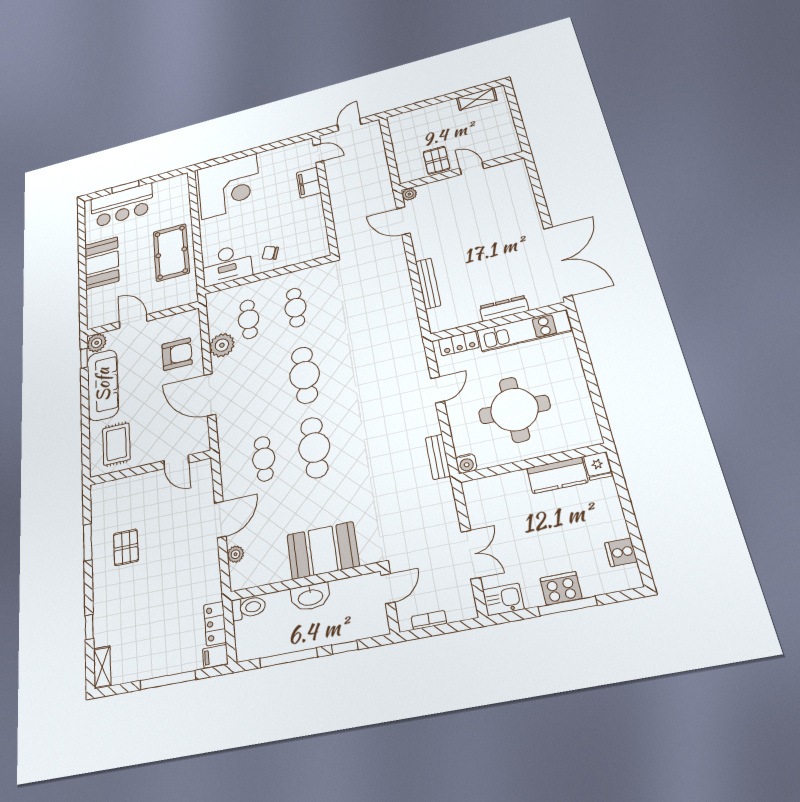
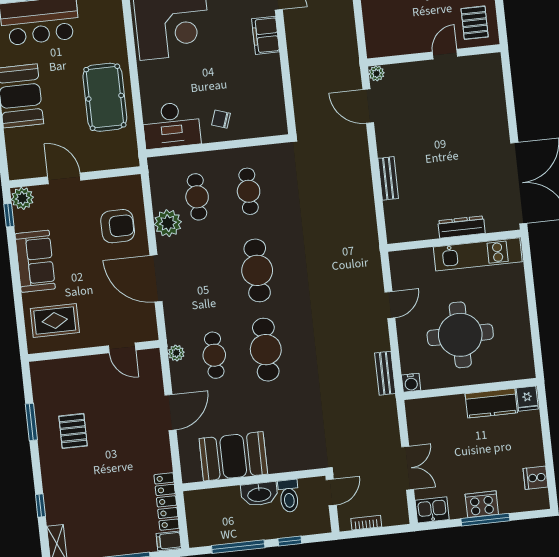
pallet: (436, 160) -> (475, 23), moved
door: (472, 168) -> (445, 54), hinge flipped
bench: (428, 283) -> (388, 178), width x0.73
locker: (459, 343) -> (414, 258), removed
sofa: (103, 385) -> (35, 261), width x0.73
rug: (116, 444) -> (55, 320), turned 90
booth: (323, 550) -> (233, 456), moved
plant: (235, 554) -> (176, 353), moved
toilet: (248, 608) -> (289, 496), moved, turned 90
locker: (215, 624) -> (167, 501), width x1.53

